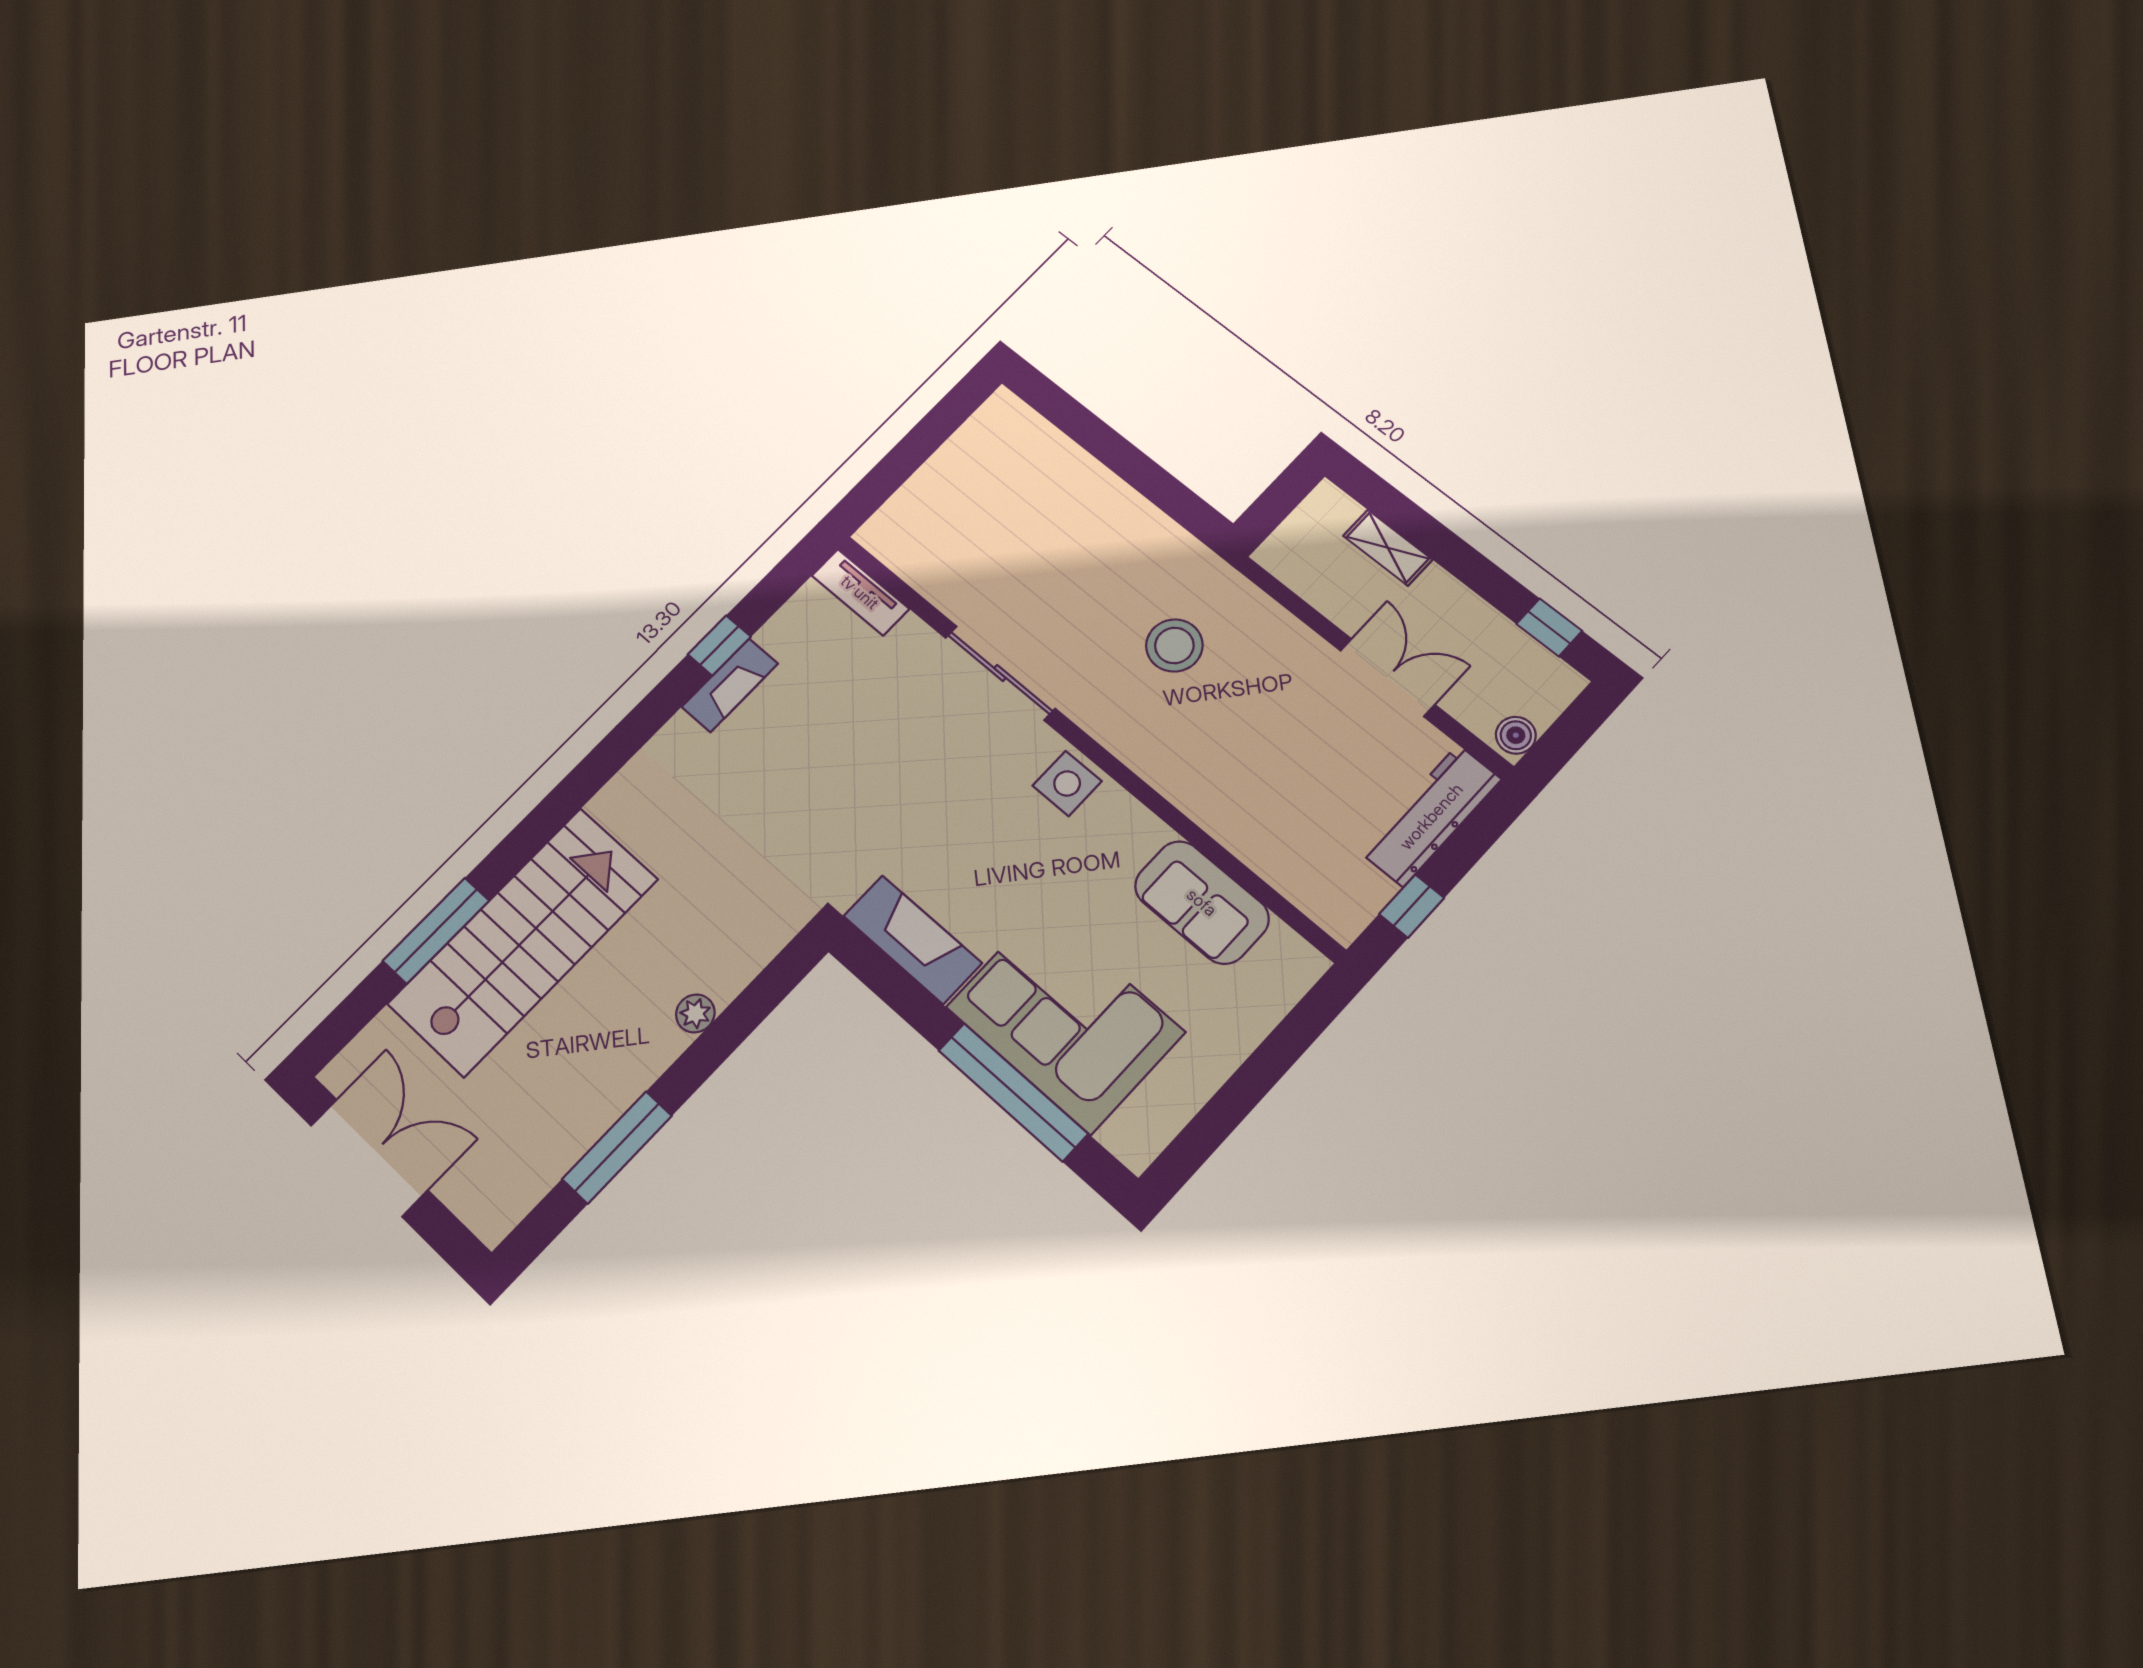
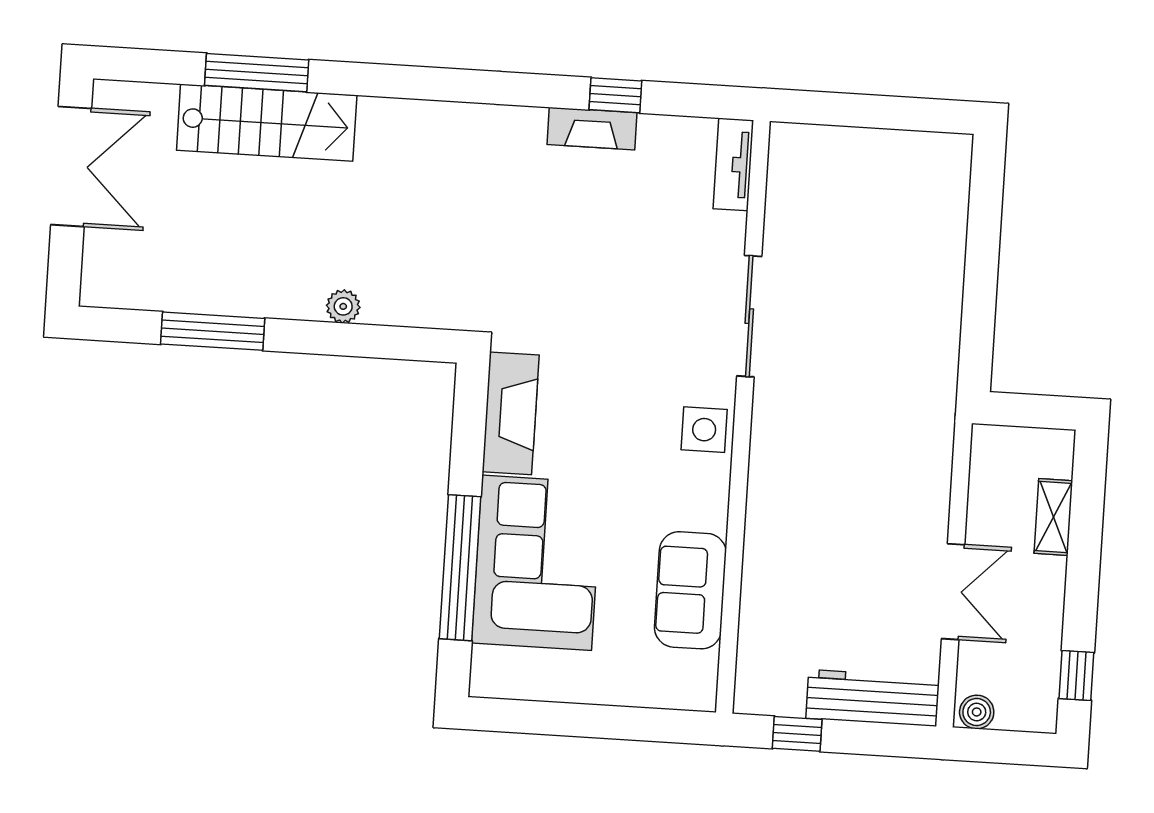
stool: (1174, 645) -> (864, 424), removed
stairs: (523, 941) -> (267, 123), width x0.73, depth x0.66

